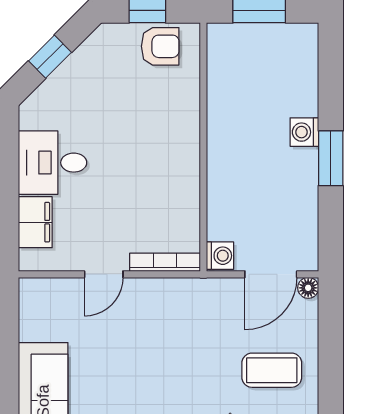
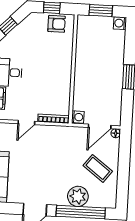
washing machine: (304, 132) -> (120, 23), moved
coffee table: (272, 370) -> (98, 168), turned 37

